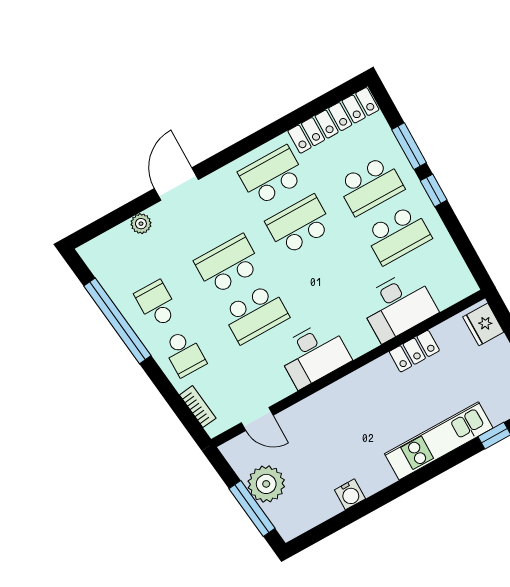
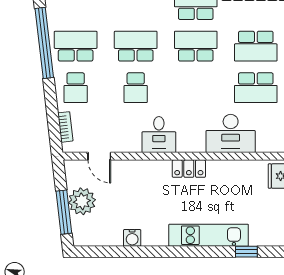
school desk: (157, 304) -> (76, 46), width x1.85
school desk: (255, 314) -> (136, 88), width x0.54
locker: (414, 351) -> (189, 169), moved
desk: (314, 354) -> (159, 135), width x0.73

